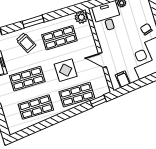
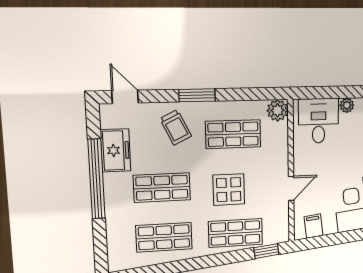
door: (102, 60) -> (291, 188), swing flipped

